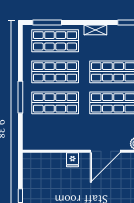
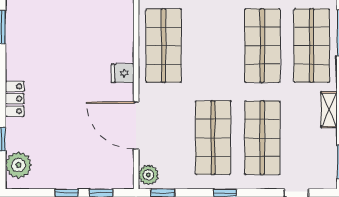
shop shelf: (55, 103) -> (164, 46), moved

